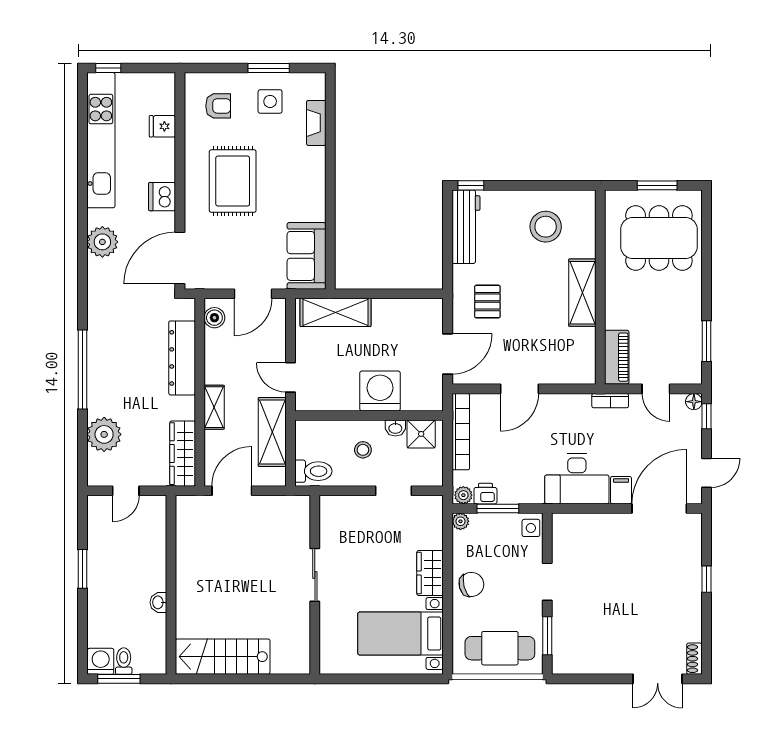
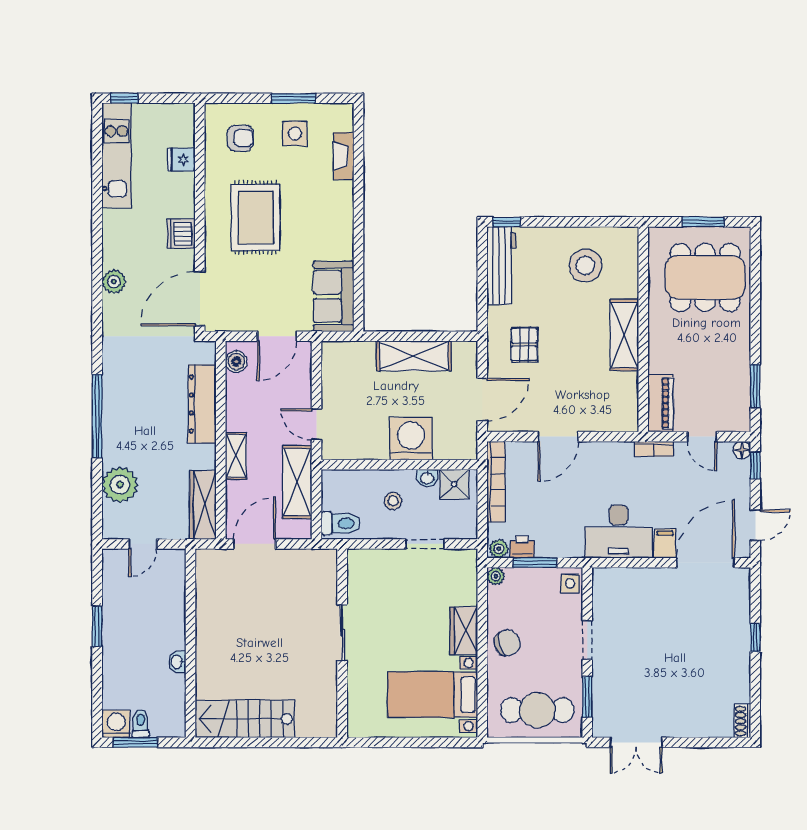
kitchen unit: (101, 140) -> (117, 155), width x0.73
plant: (102, 242) -> (114, 282), width x0.73, depth x0.73
shelving: (336, 312) -> (414, 356), moved
double door: (658, 679) -> (636, 742), moved

